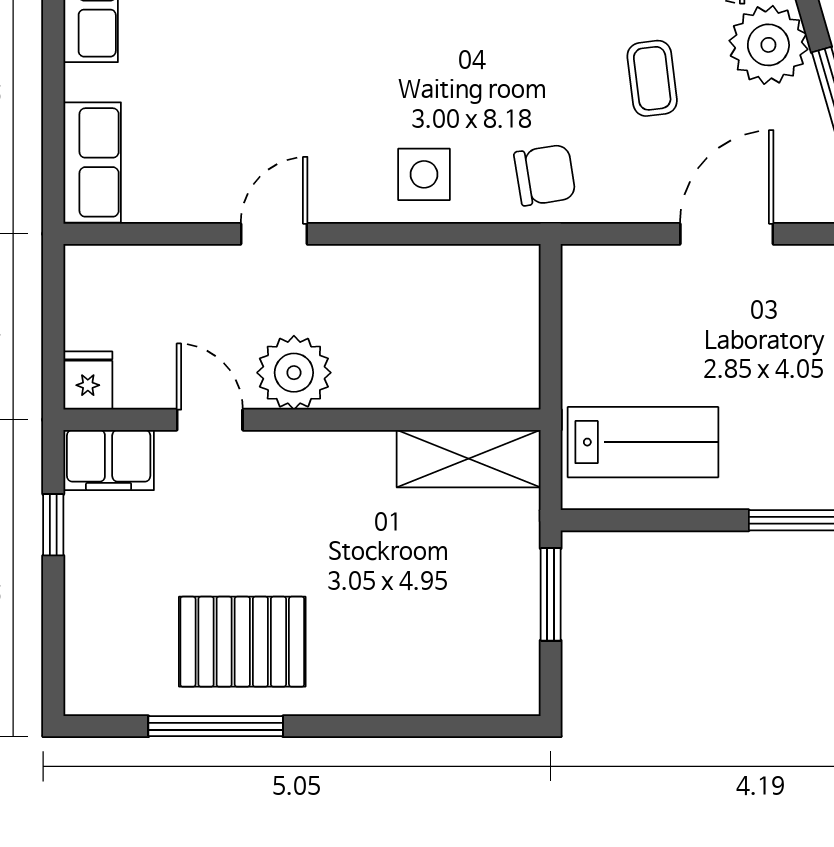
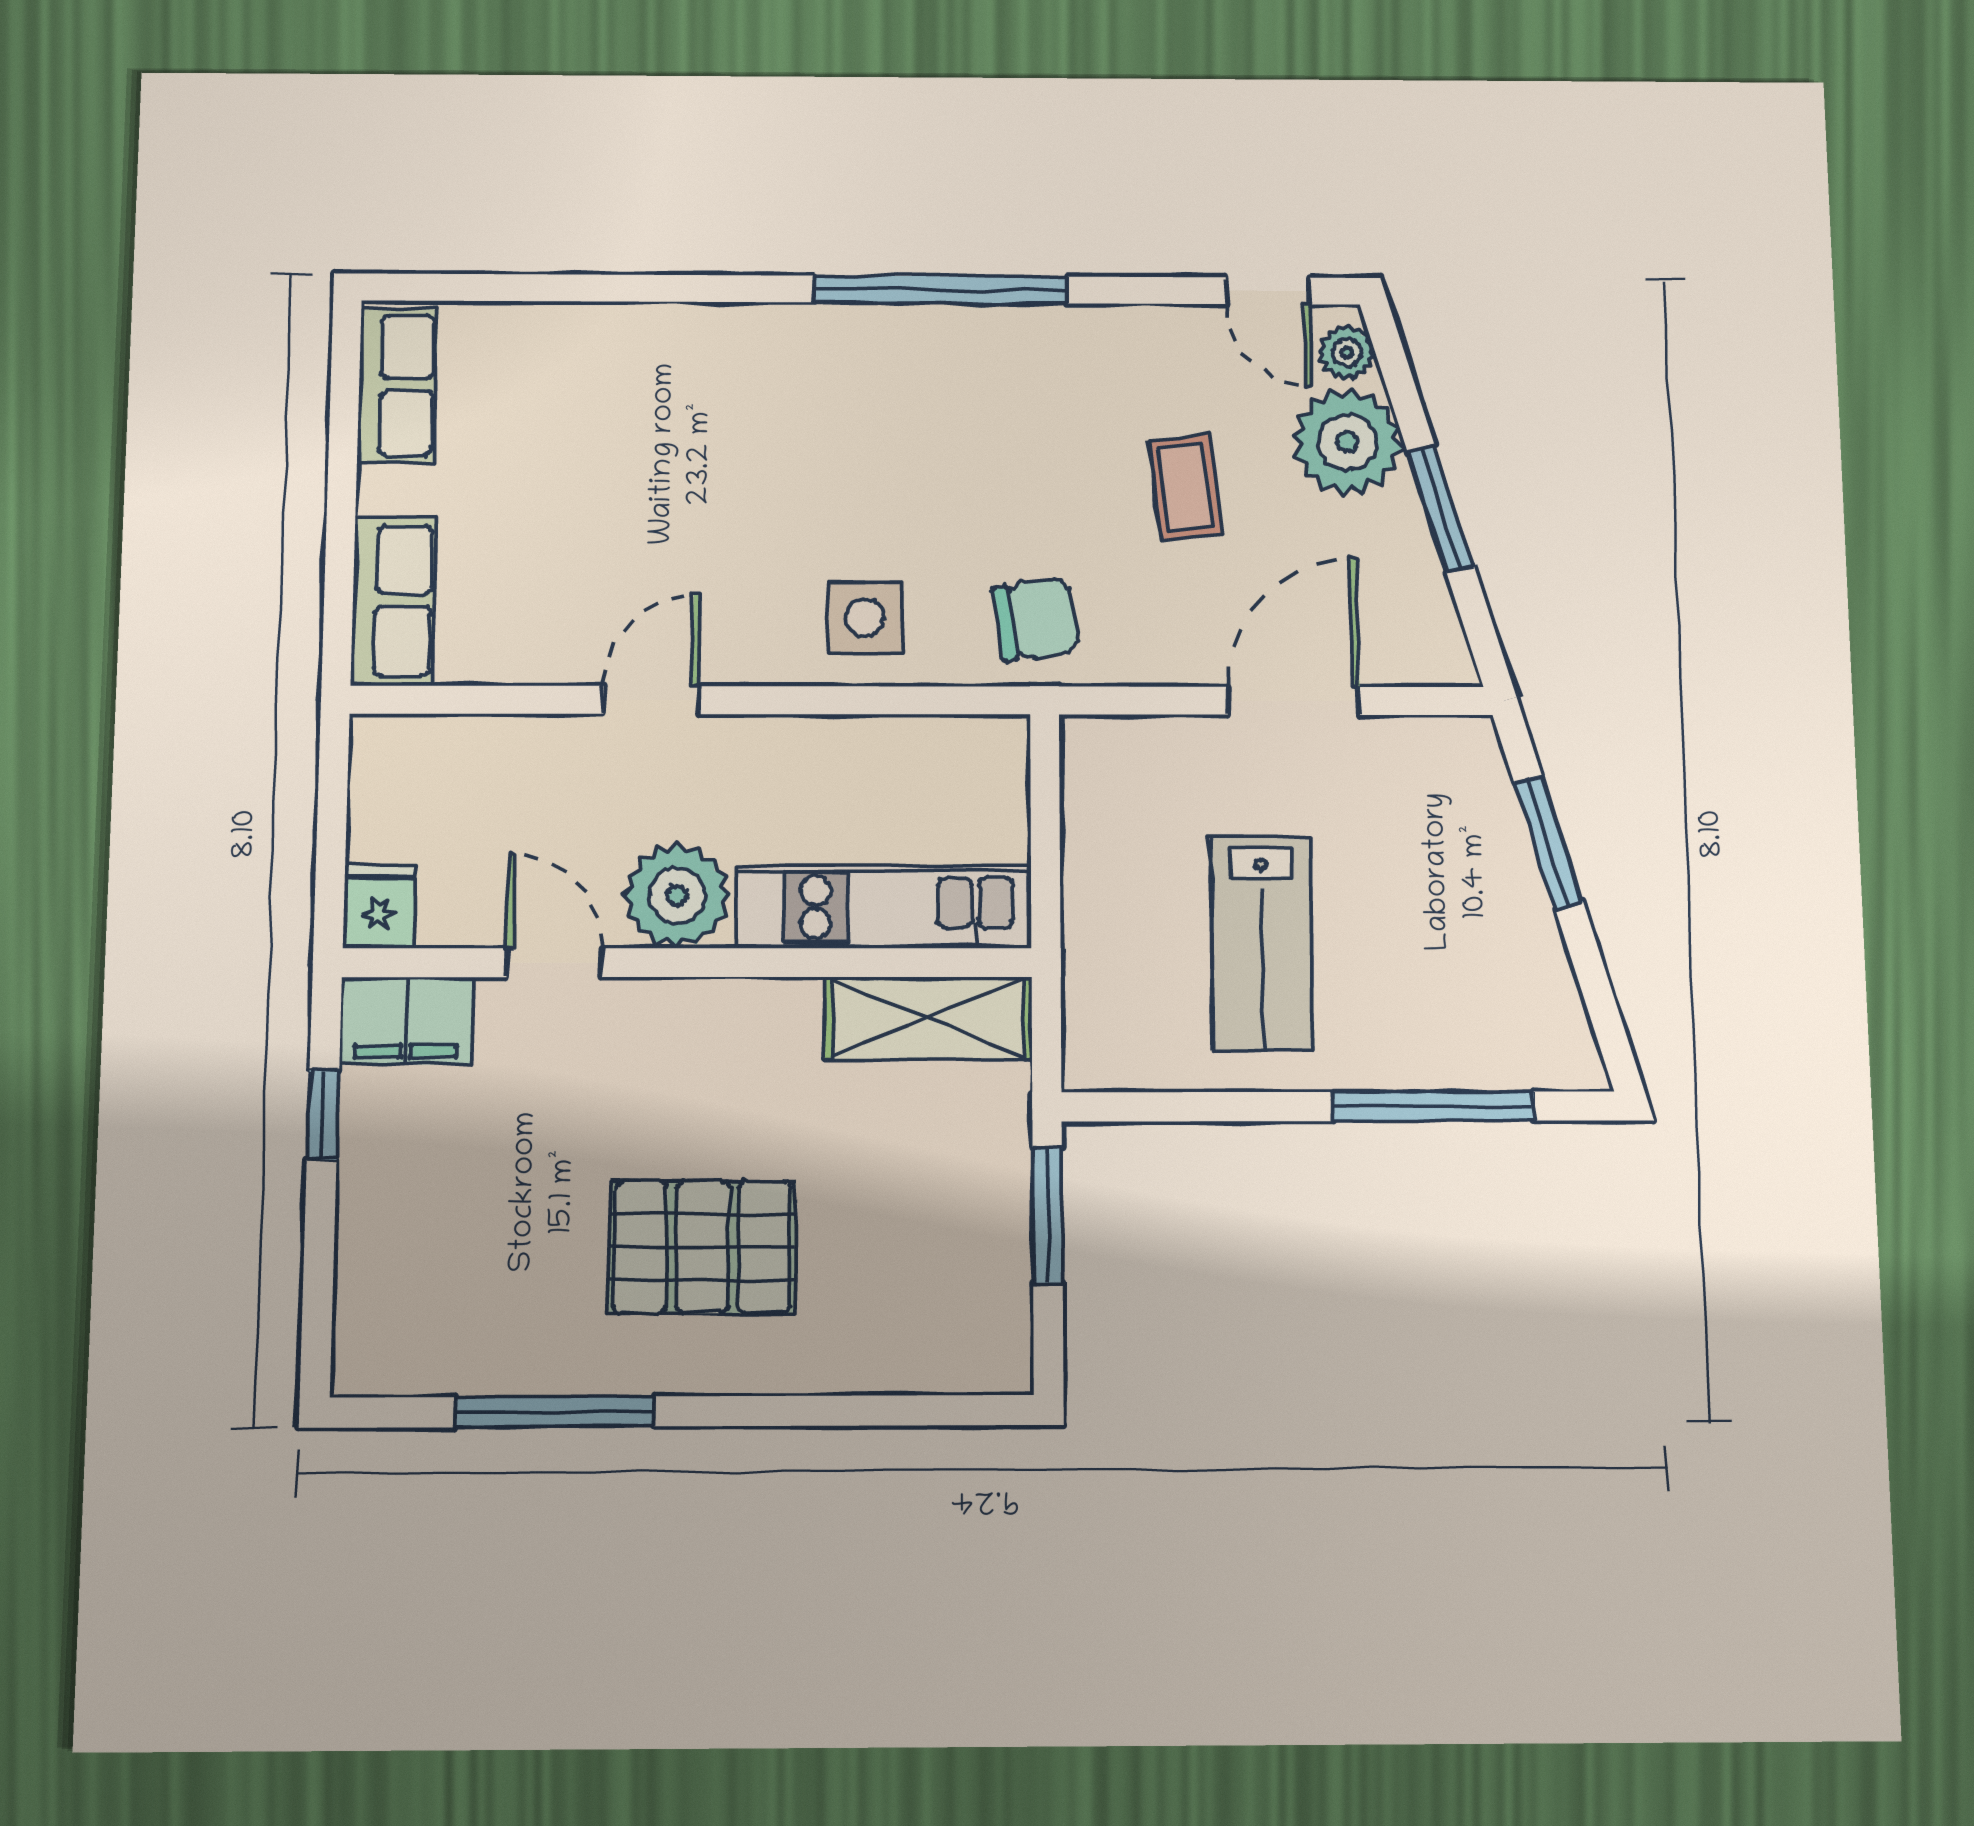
kitchen unit: (438, 381) -> (884, 907), added
lab bench: (643, 442) -> (1262, 943), moved, turned 90
pallet: (242, 642) -> (703, 1247), moved

